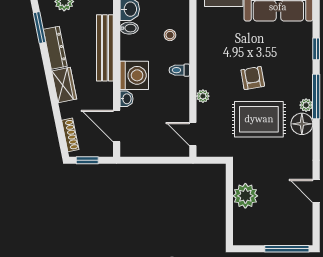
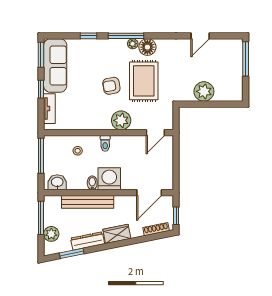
bidet: (129, 28) -> (92, 183), moved
plant: (203, 96) -> (121, 120), width x1.87, depth x1.87
washbasin: (126, 99) -> (128, 185), removed

